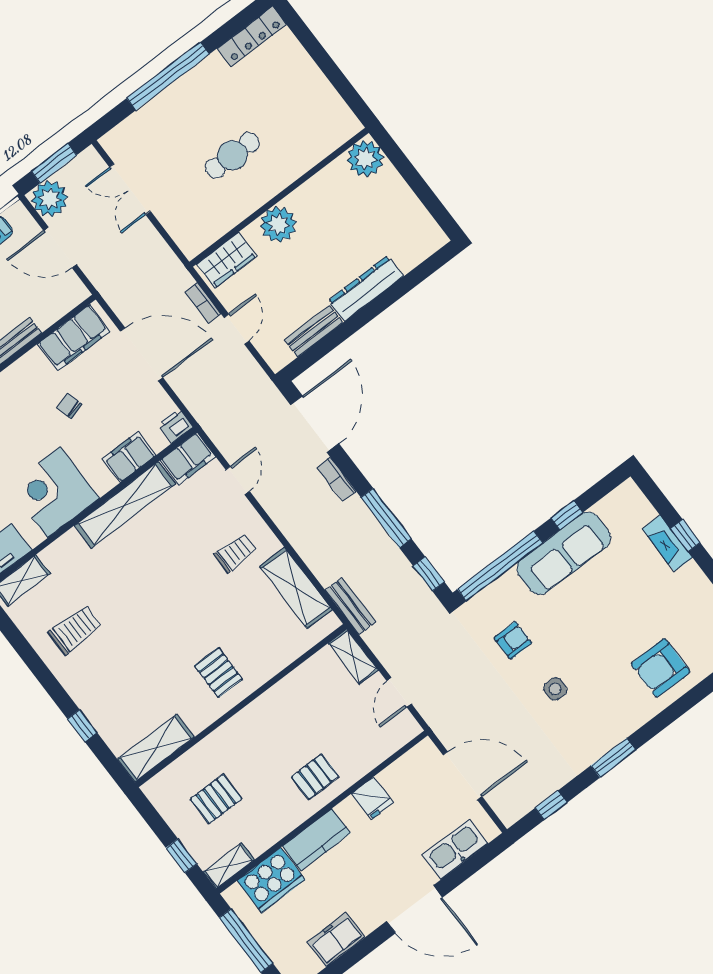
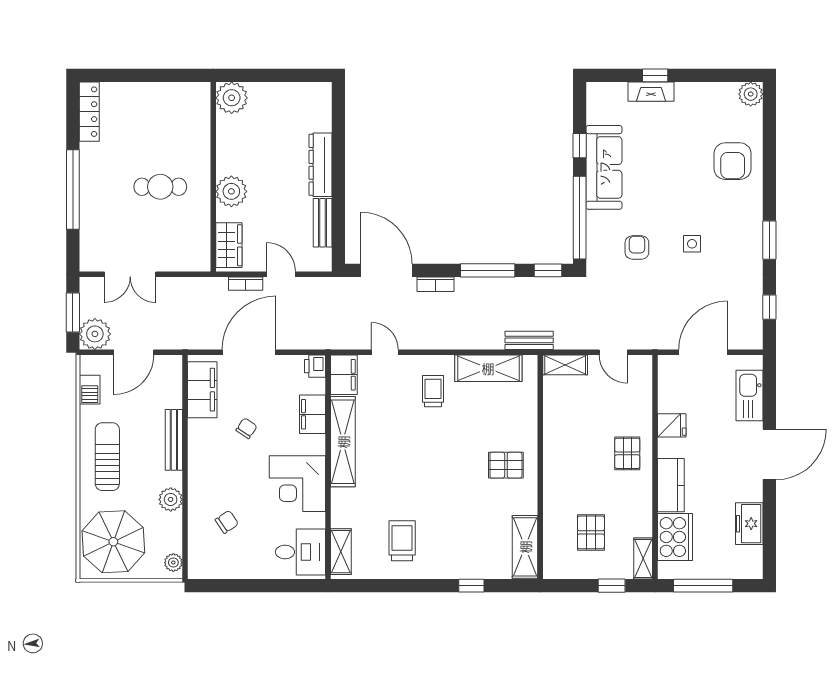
cafe table: (232, 155) -> (160, 187), turned 90
chair: (69, 406) -> (247, 428), turned 140

